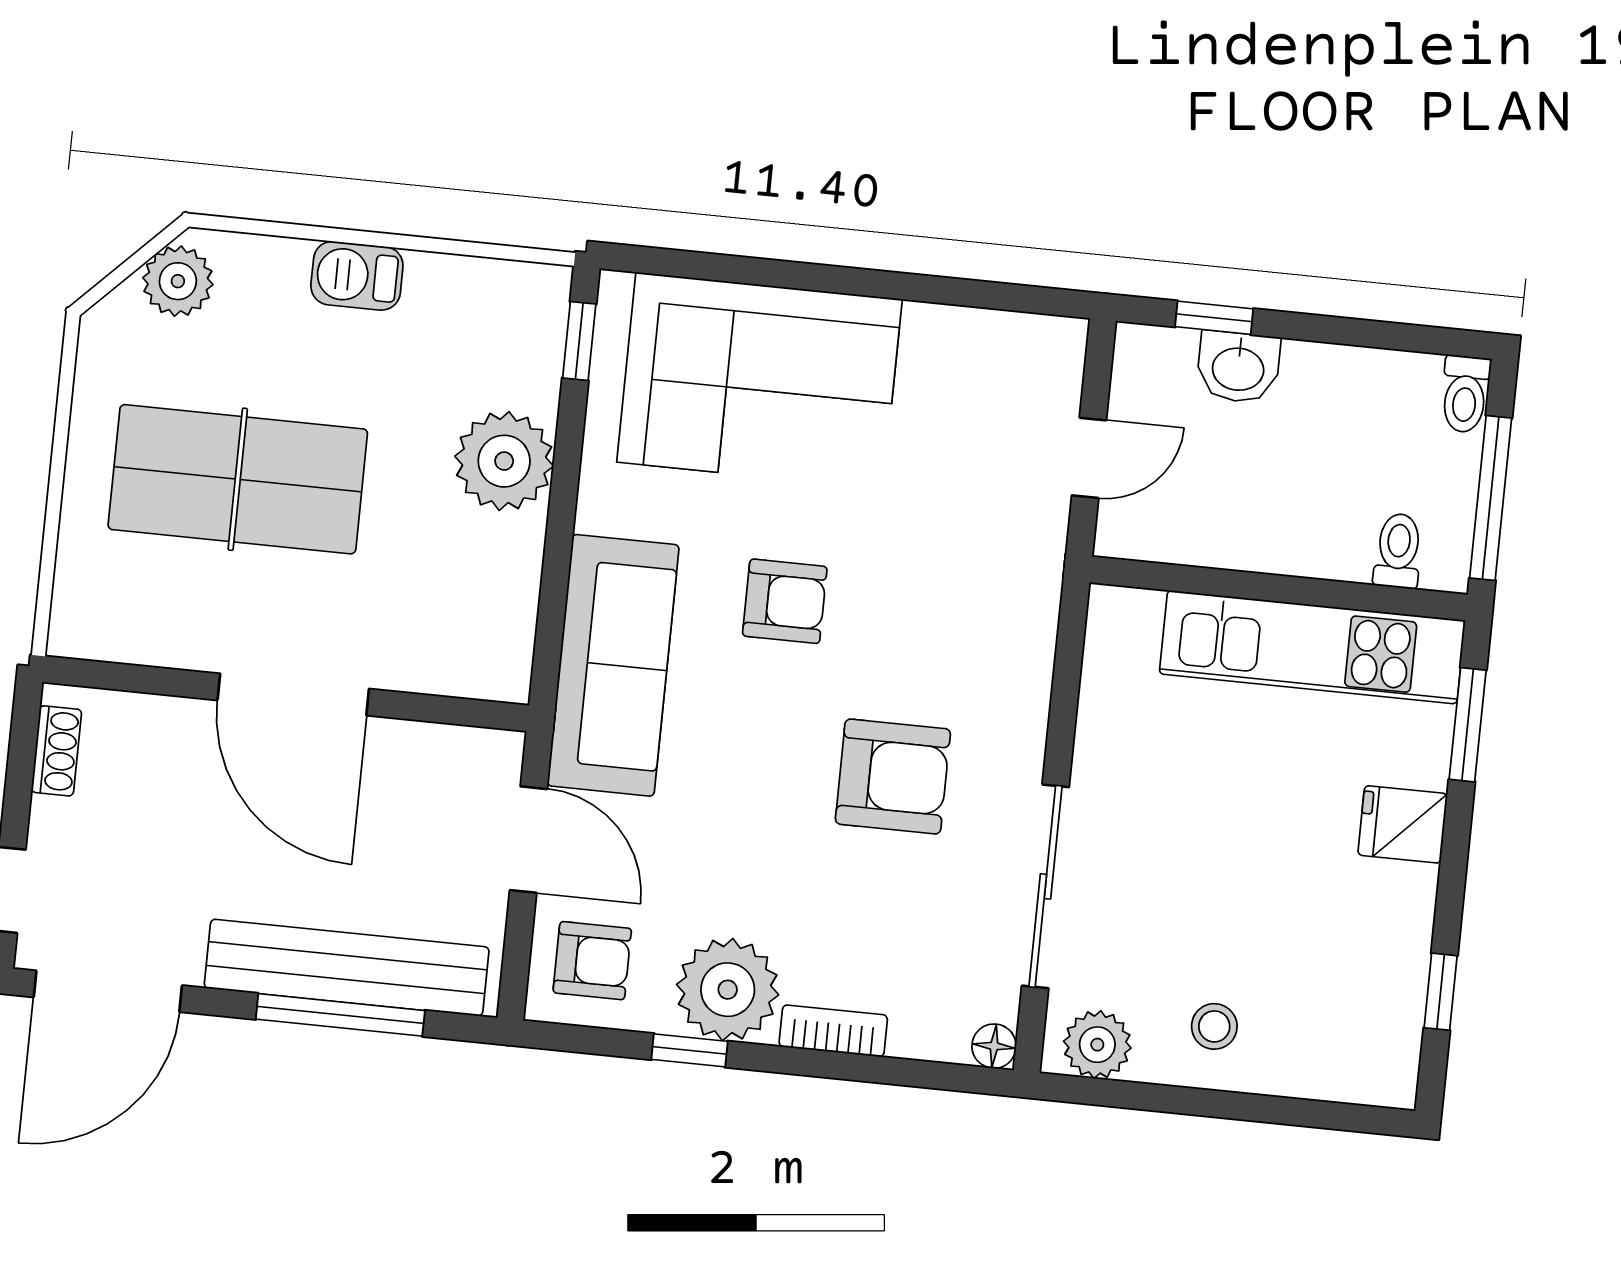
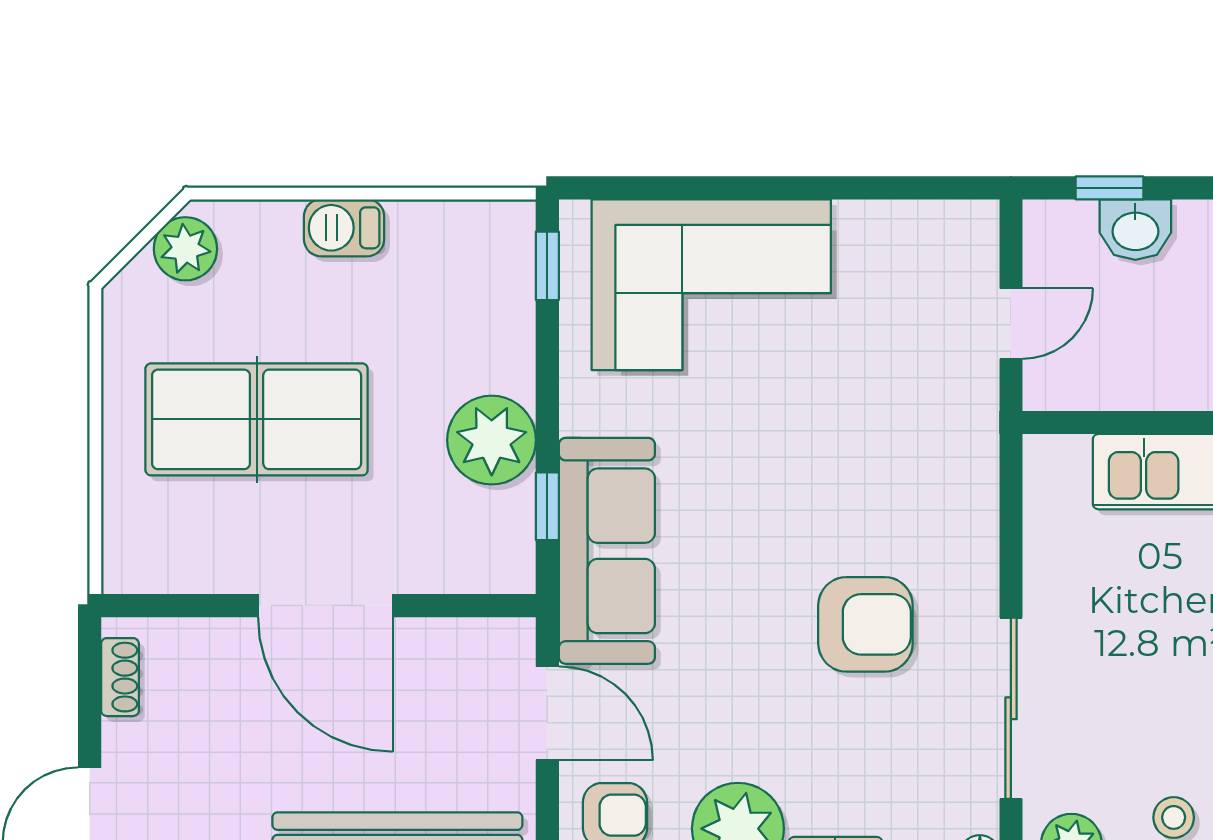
plant: (504, 461) -> (492, 440), moved
armchair: (785, 601) -> (754, 478), removed
window: (552, 609) -> (547, 506), added

